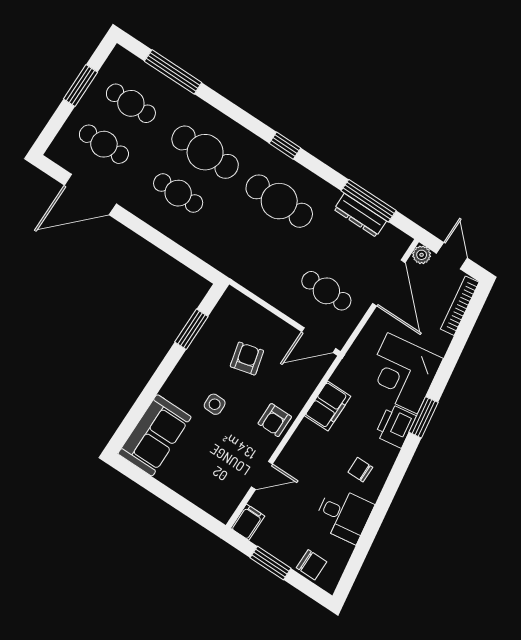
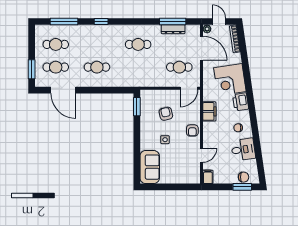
window: (80, 86) -> (32, 69), moved
window: (285, 146) -> (101, 21), moved
cafe table: (205, 152) -> (97, 44), removed
door: (90, 194) -> (63, 90), hinge flipped
cafe table: (279, 201) -> (138, 44), width x0.73, depth x0.74
window: (191, 329) -> (137, 107), moved
window: (423, 417) -> (249, 91), removed
window: (271, 563) -> (242, 187), moved

